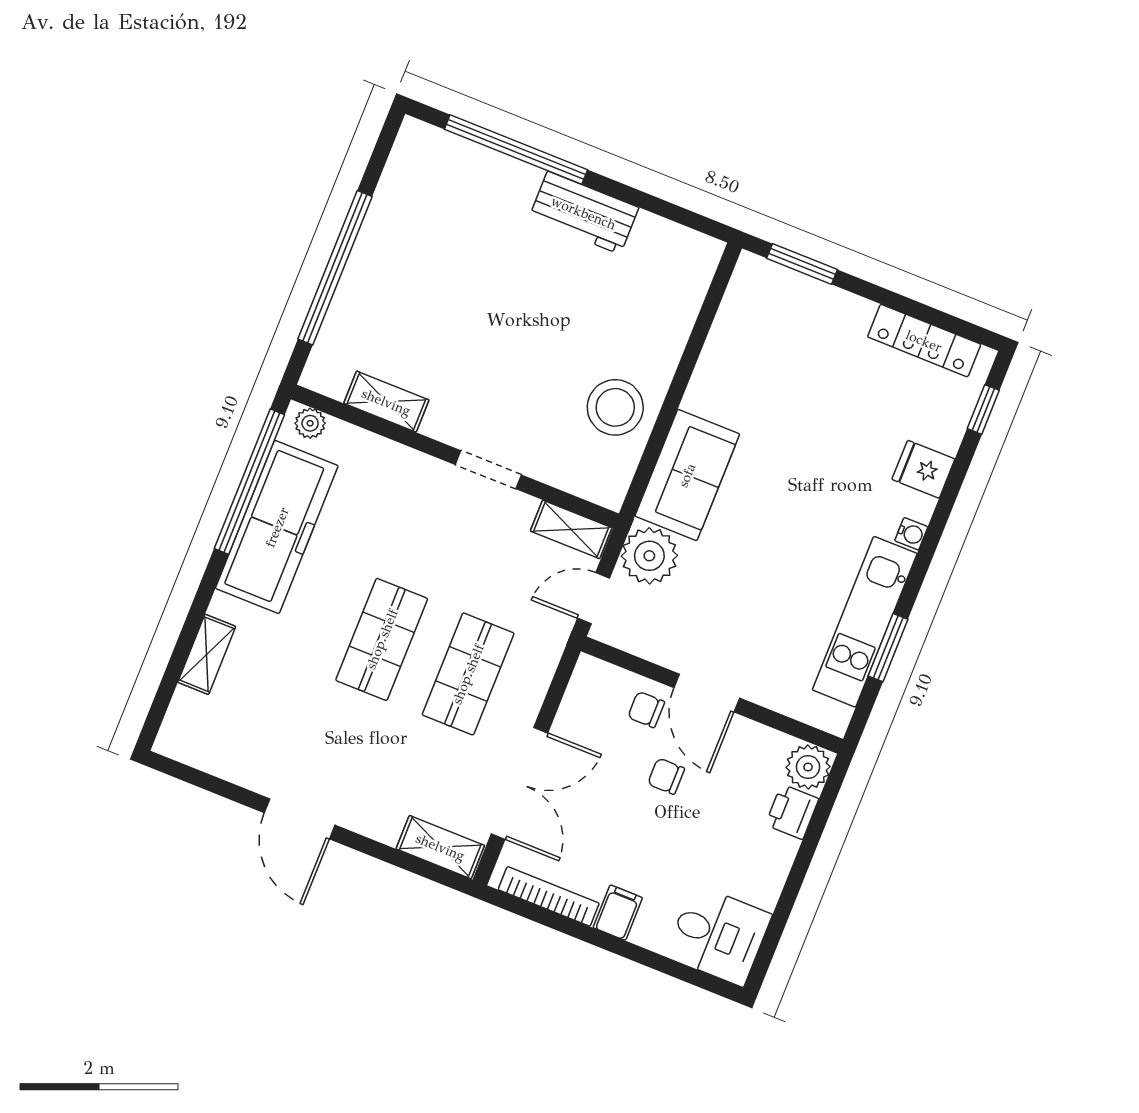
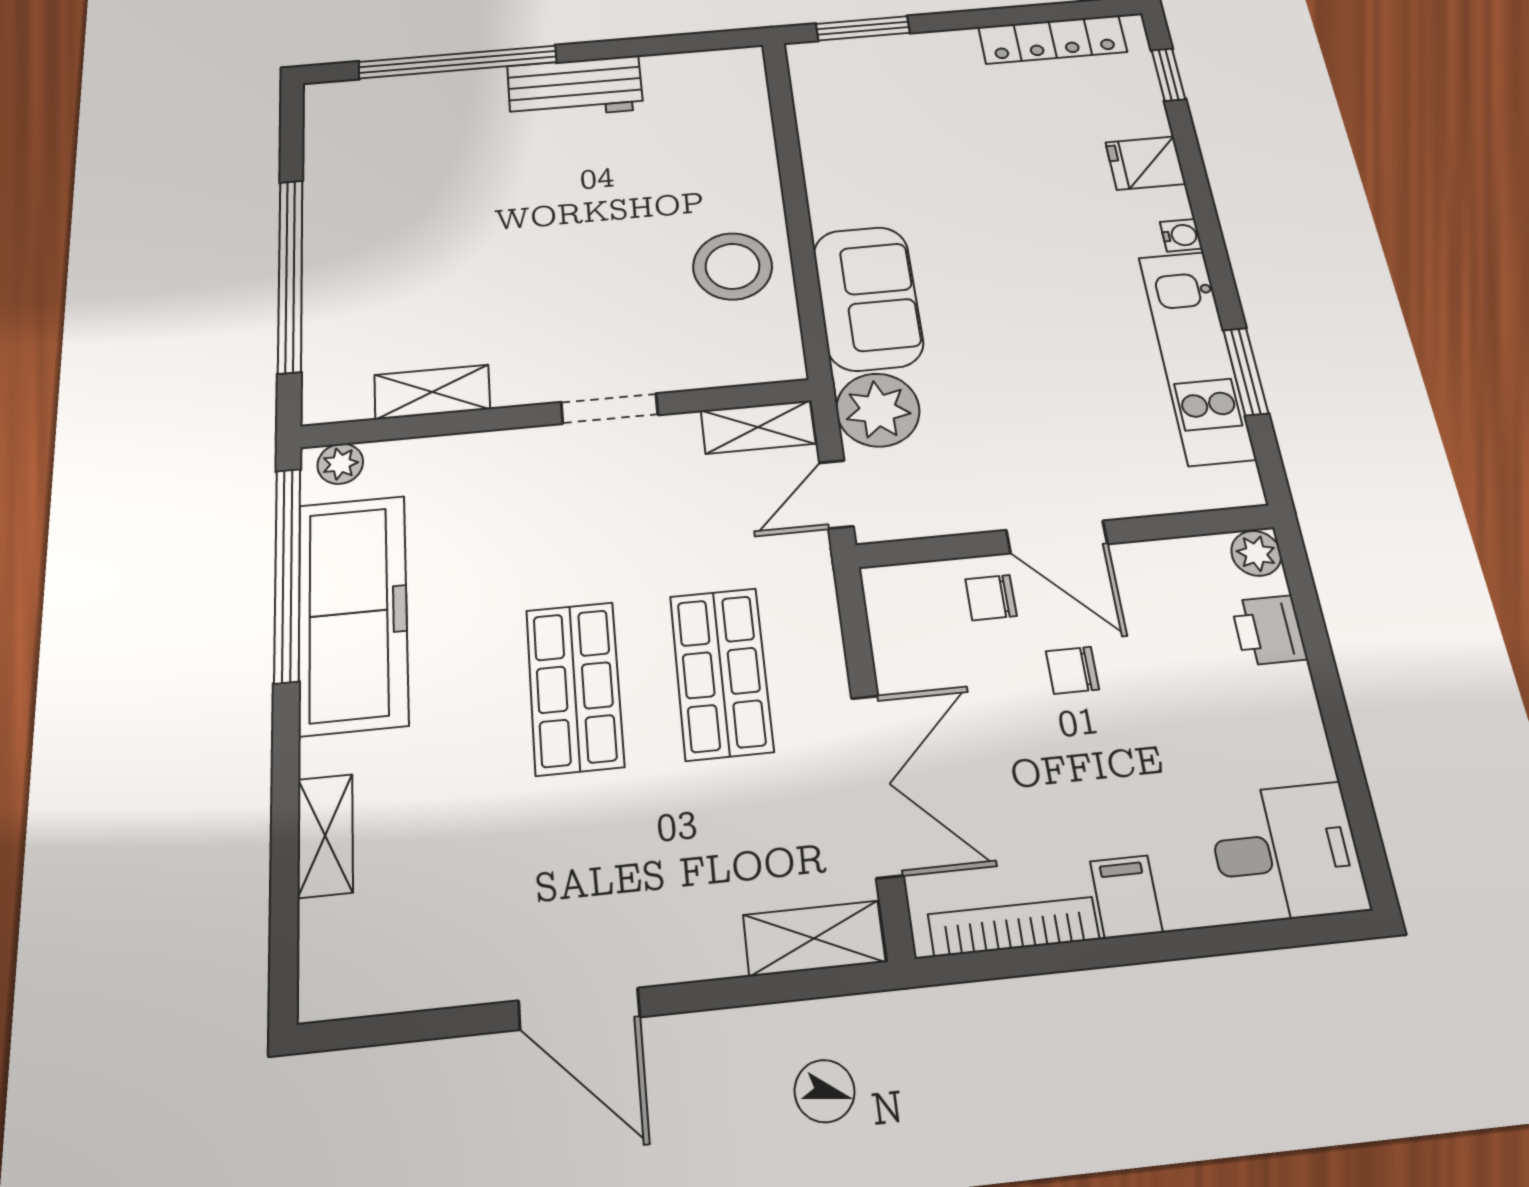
plant: (808, 767) -> (1256, 553), width x0.73, depth x0.73

